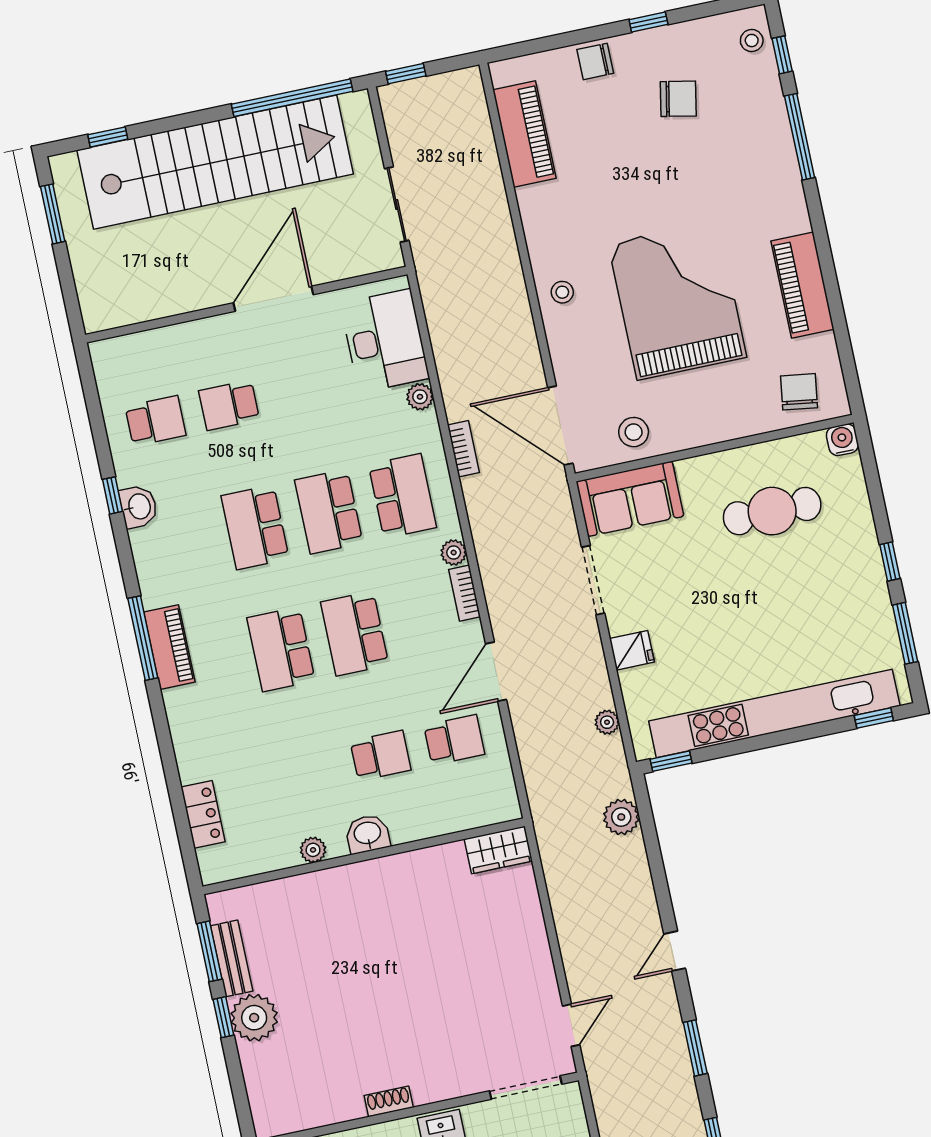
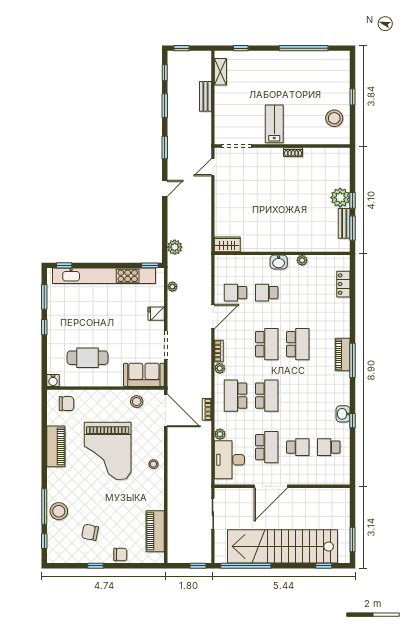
stool: (752, 41) -> (59, 511), moved, width x1.89, depth x1.89
chair: (799, 392) -> (66, 404), turned -98
school desk: (255, 527) -> (267, 447), moved

